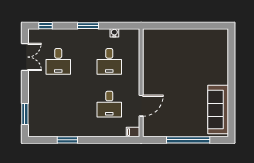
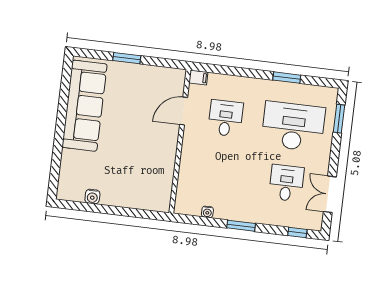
water cooler: (201, 34) -> (92, 197), added
desk: (109, 61) -> (293, 126), moved, width x1.87, depth x1.30
sofa: (218, 110) -> (84, 106), width x1.36, depth x1.27
window: (188, 140) -> (127, 58), width x0.47

